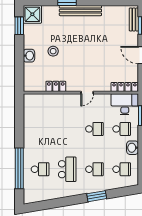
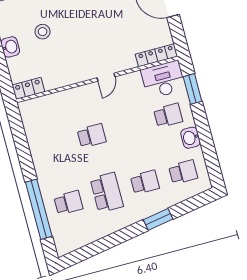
locker: (56, 86) -> (28, 88), moved
school desk: (94, 129) -> (92, 136), moved

